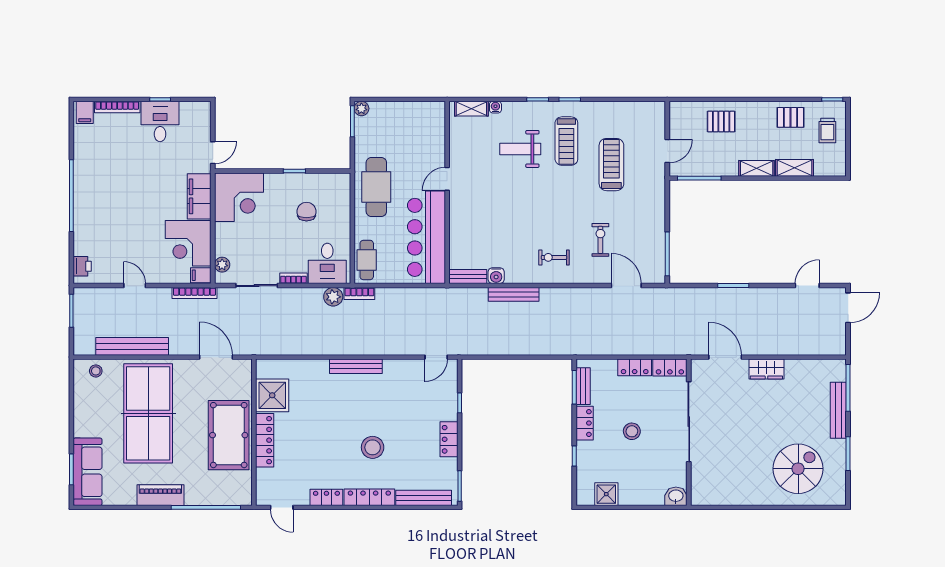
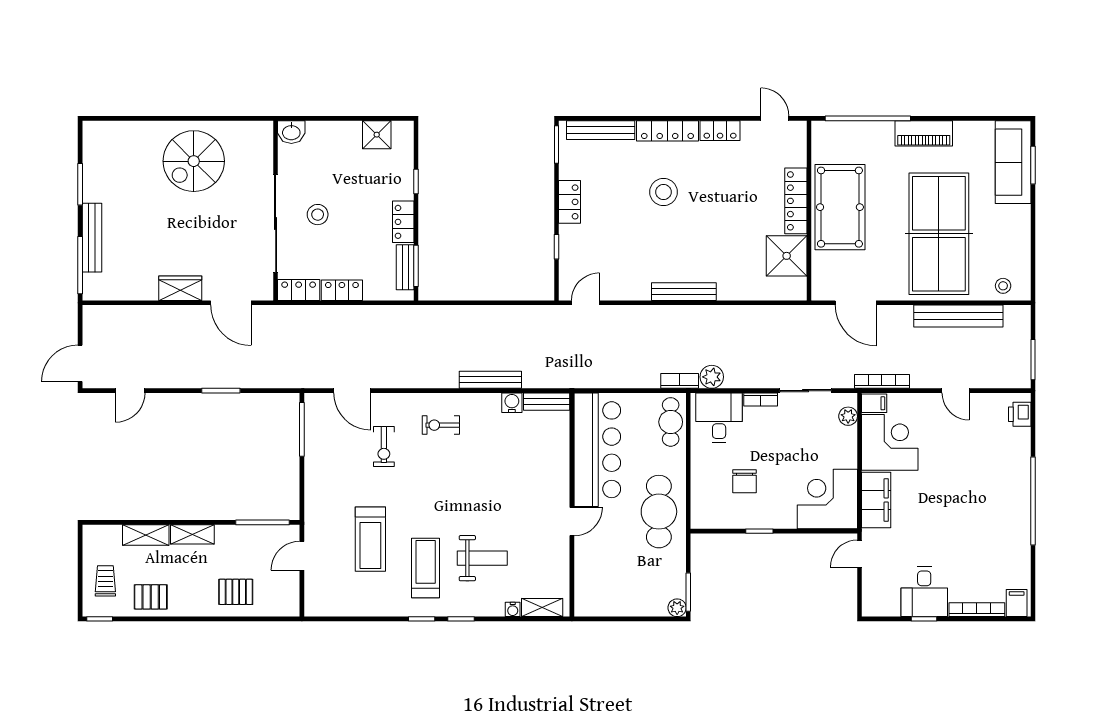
exercise bike: (554, 257) -> (441, 425), turned 180
stool: (632, 431) -> (318, 215), moved
spiral stairs: (798, 469) -> (194, 161), moved

